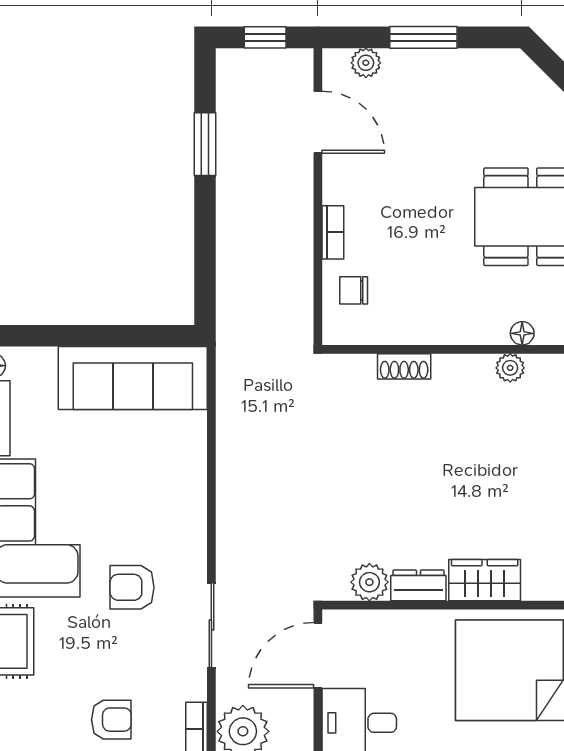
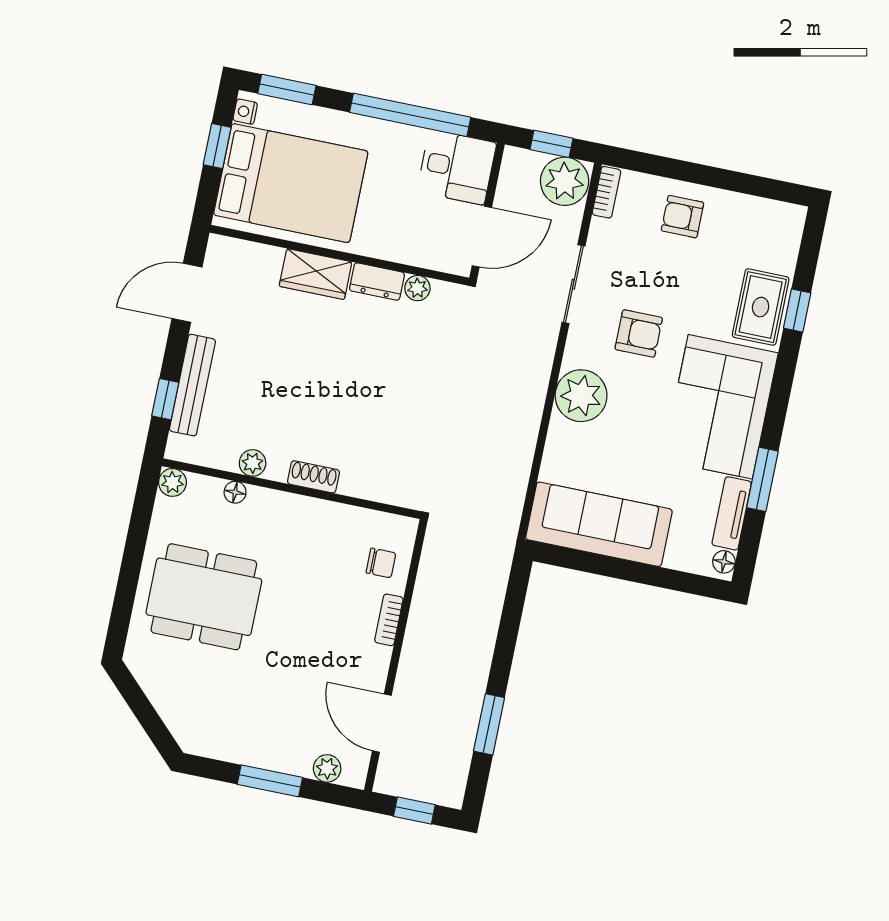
shoe rack: (404, 366) -> (313, 477), moved
plant: (179, 509) -> (581, 396), added
plant: (369, 582) -> (417, 288), width x0.73, depth x0.73

